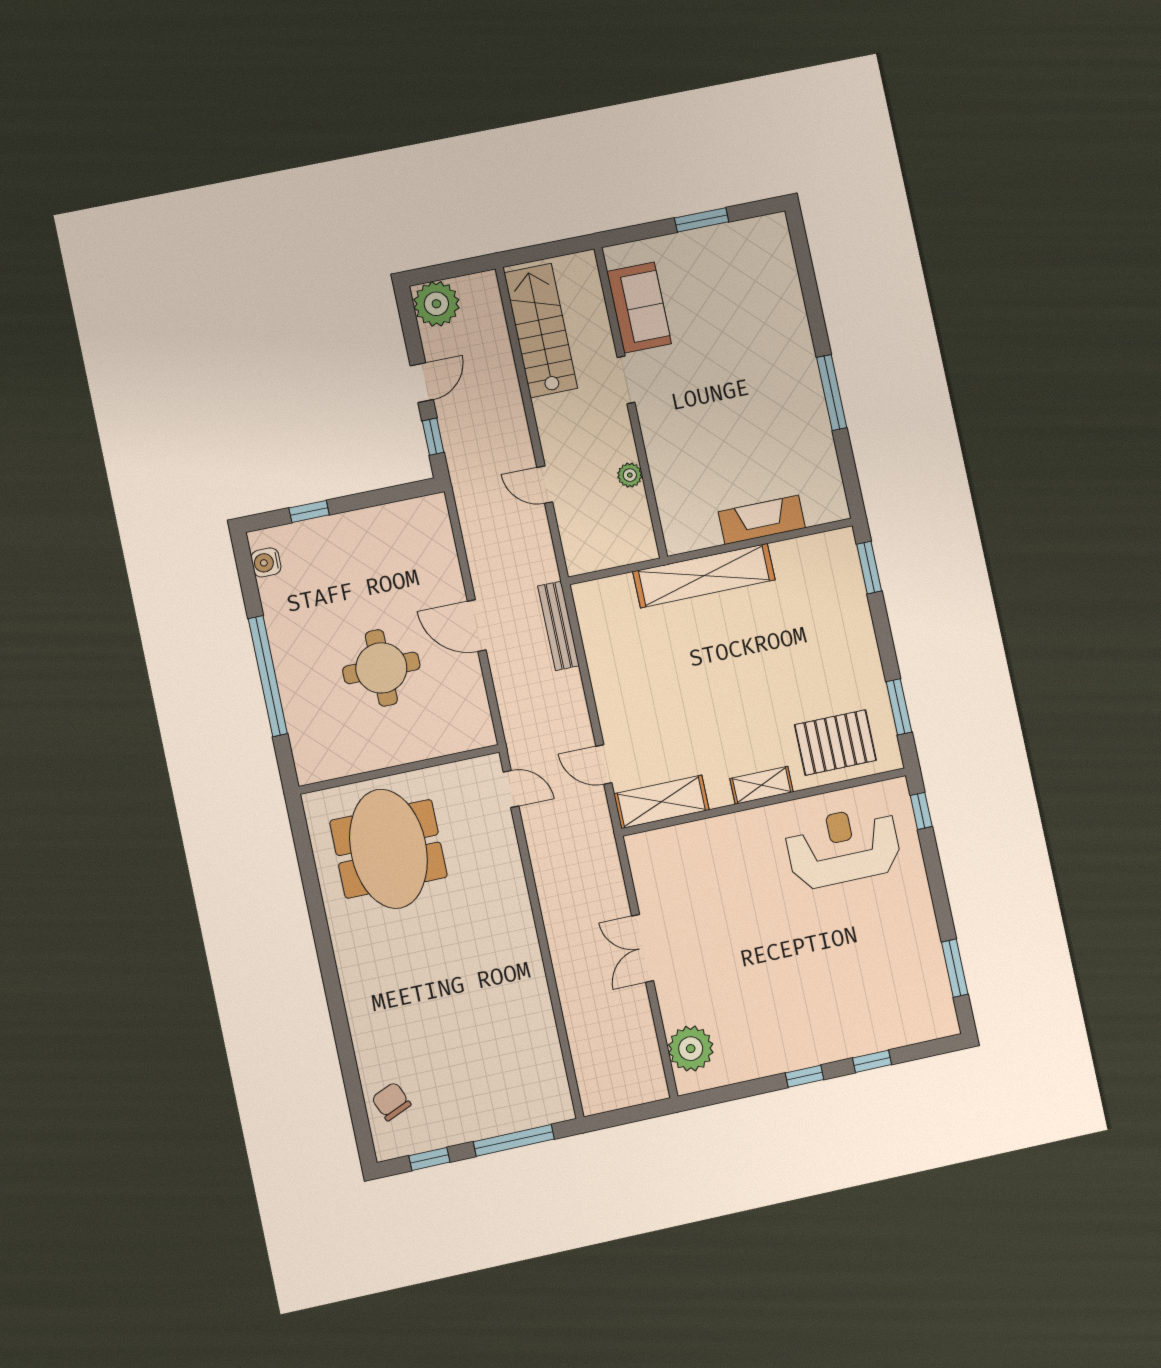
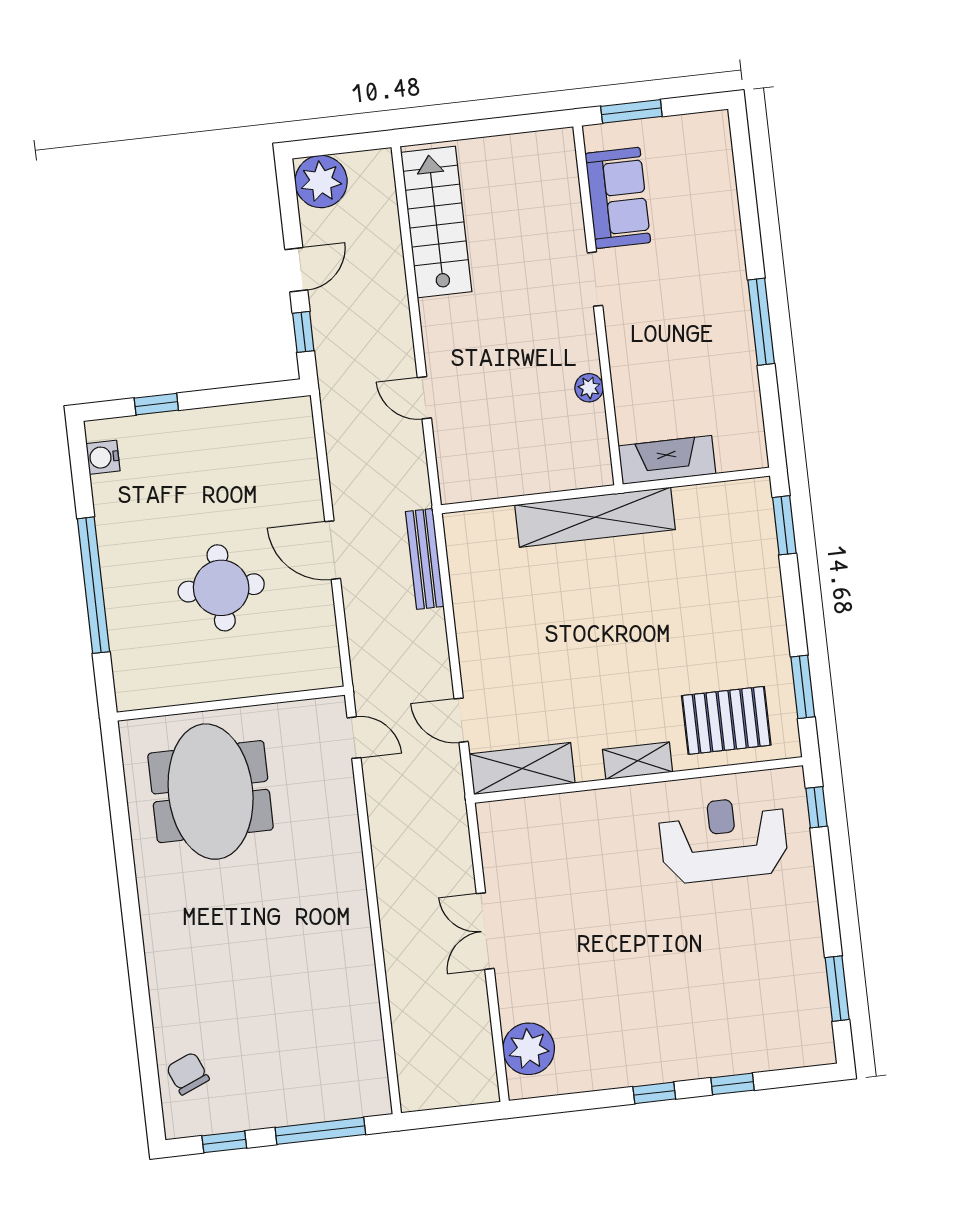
sofa: (639, 308) -> (618, 198), moved
doorway: (626, 380) -> (595, 279), moved
wall: (631, 403) -> (598, 305), moved
plant: (630, 475) -> (589, 388), moved

